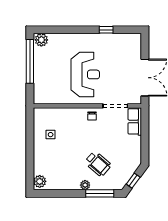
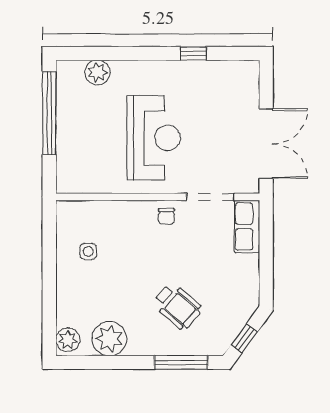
plant: (41, 40) -> (97, 72), moved
plant: (85, 185) -> (109, 339), moved, width x1.87, depth x1.87

